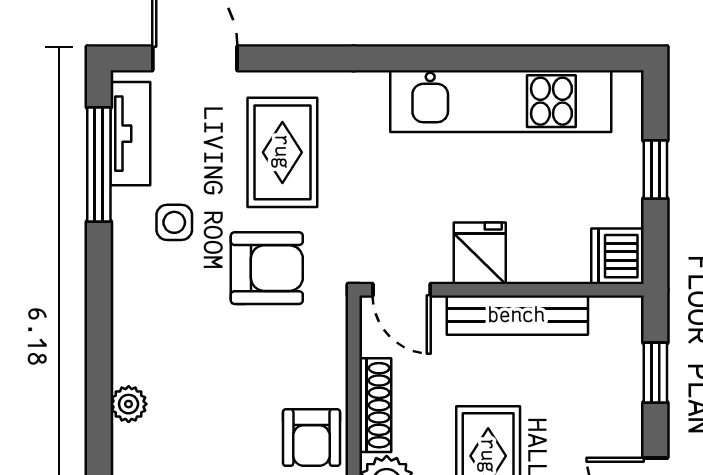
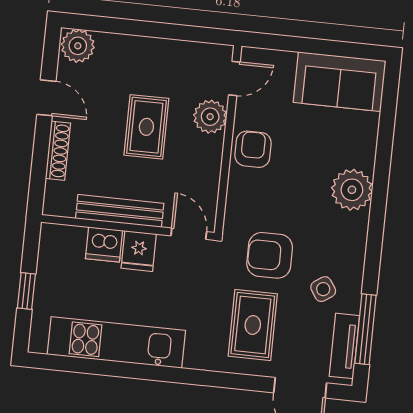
side table: (174, 222) -> (323, 289), turned -34
dishwasher: (618, 256) -> (104, 244), moved, turned 90
window: (655, 373) -> (39, 167), removed
plant: (129, 404) -> (352, 190), width x1.88, depth x1.88
shoe rack: (375, 405) -> (58, 151), moved, turned 180

